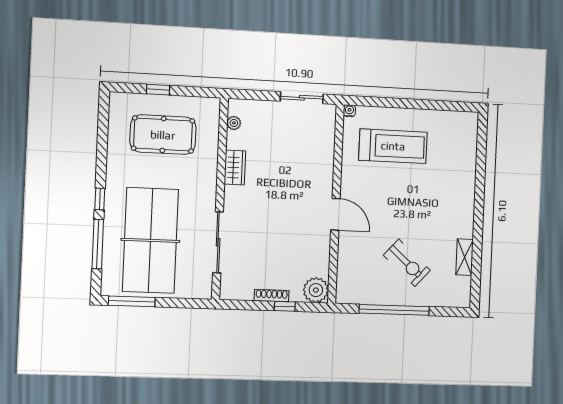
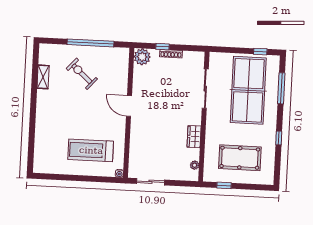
window: (158, 90) -> (224, 185), moved
window: (100, 199) -> (279, 138), moved
window: (132, 301) -> (260, 52), width x0.46

